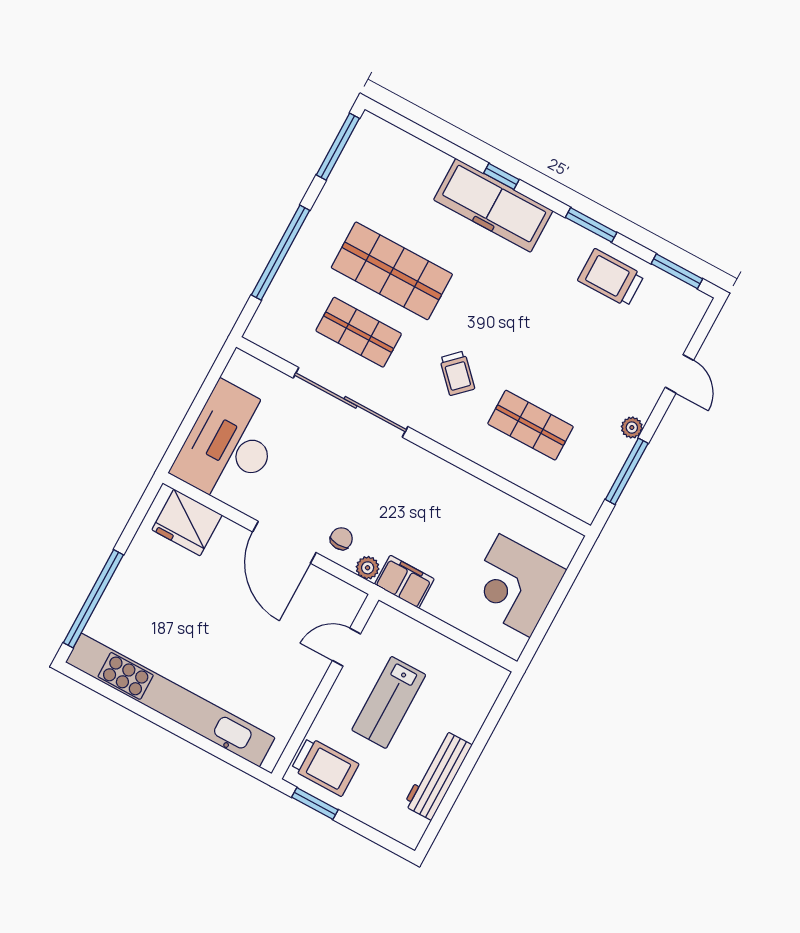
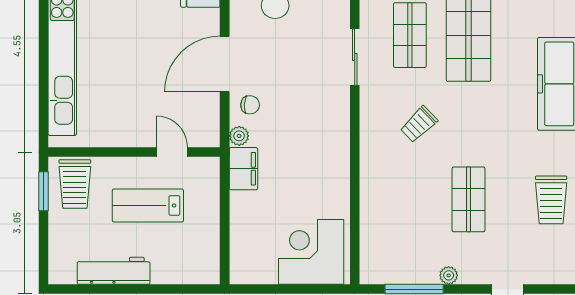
trolley: (611, 278) -> (551, 200), turned 180
sliding door: (351, 402) -> (355, 57), width x0.54
shop shelf: (531, 425) -> (469, 199), moved
corner desk: (515, 586) -> (311, 252), moved

